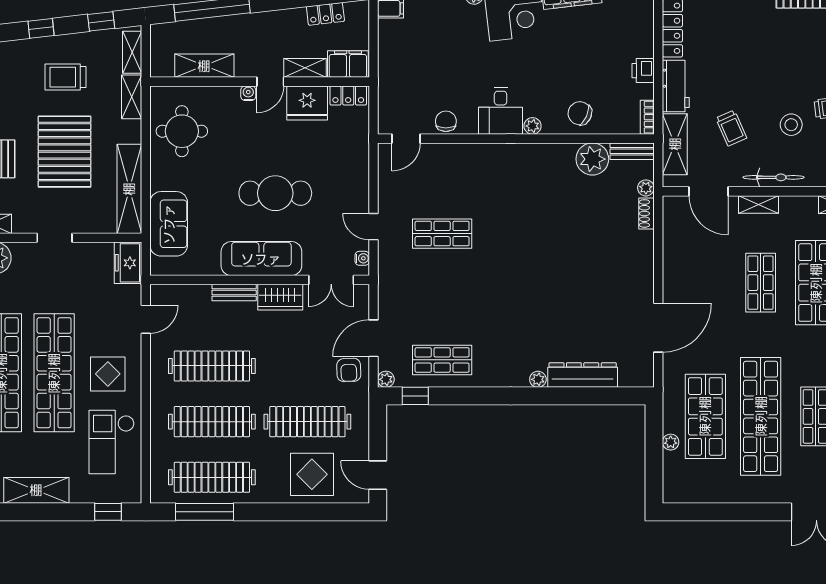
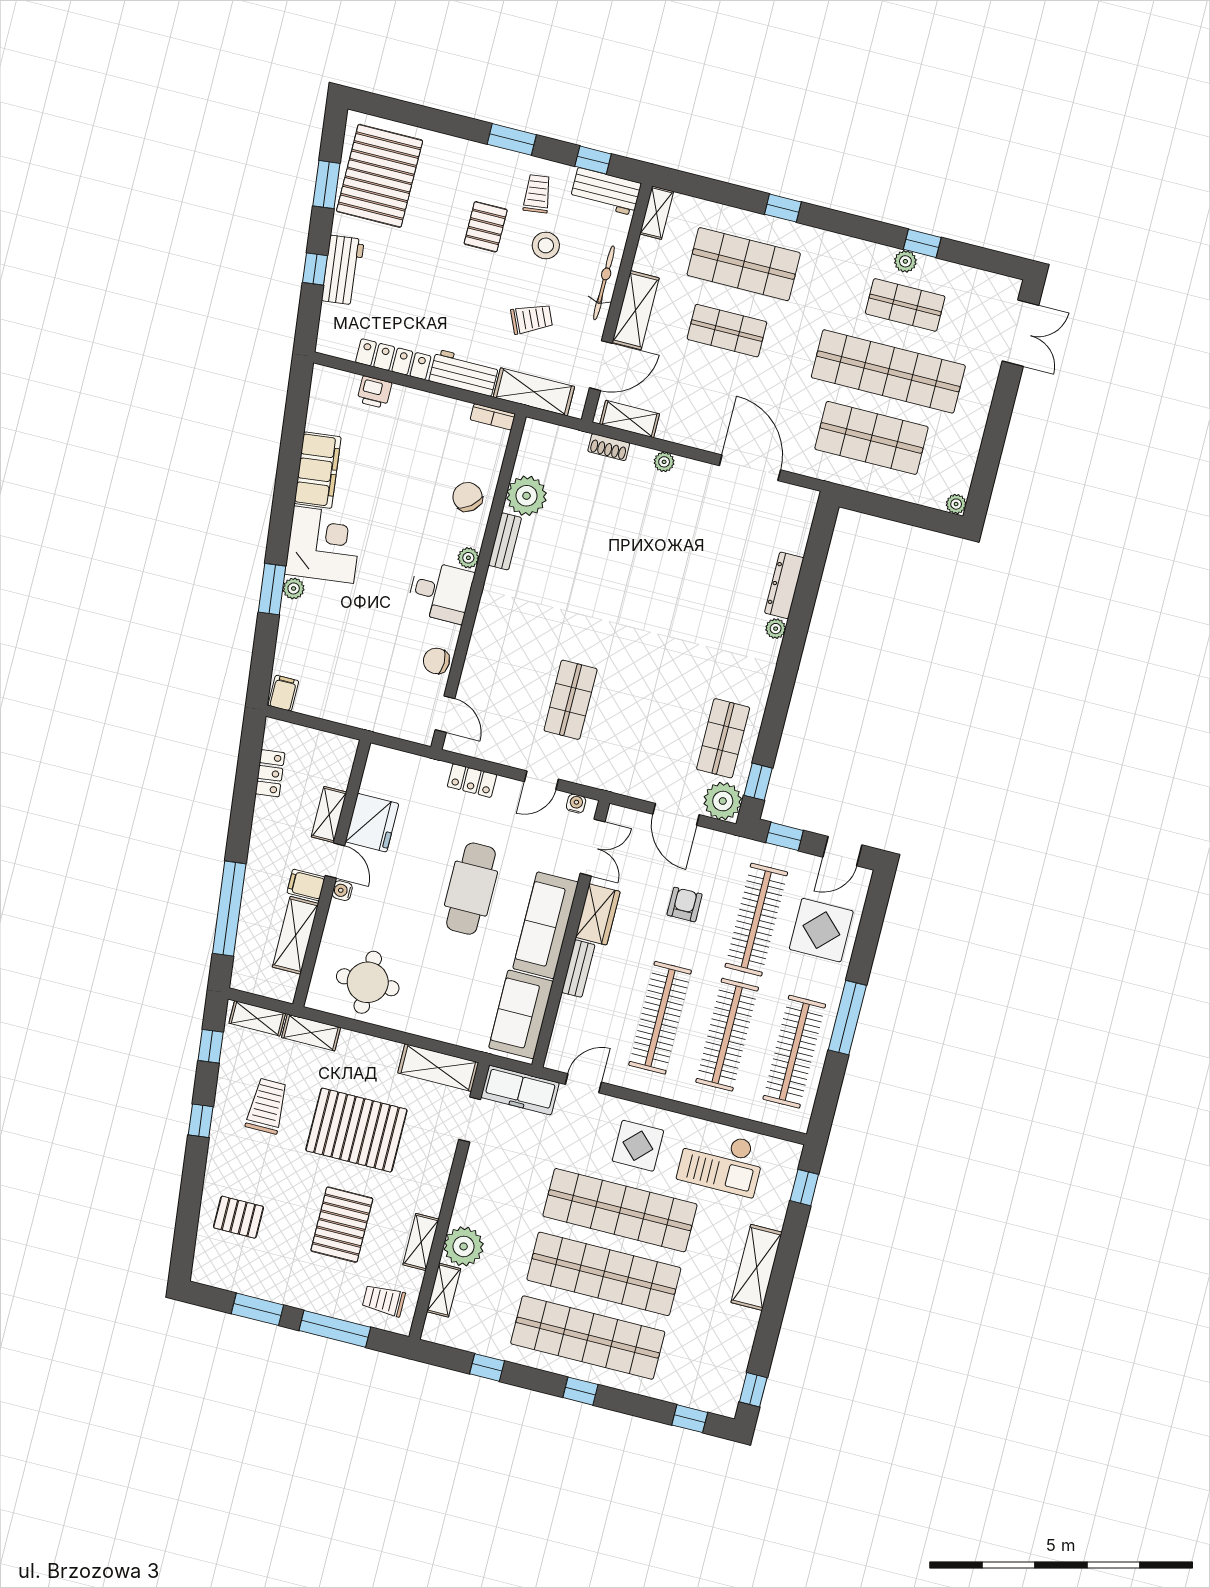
filing cabinet: (348, 64) -> (306, 885), moved, width x0.50
printer: (643, 71) -> (374, 392), moved
pallet: (794, 74) -> (486, 227), added
trolley: (66, 77) -> (267, 1106), turned 180
locker: (348, 96) -> (472, 781), moved, turned 90
chair: (580, 113) -> (468, 497), turned 117
bench: (632, 151) -> (505, 541), moved
plant: (646, 188) -> (664, 462), moved
shelving: (129, 189) -> (438, 1068), width x0.68
shelving: (758, 205) -> (636, 310), width x1.50, depth x1.33
sofa: (169, 224) -> (521, 1014), moved, turned -90
shelving: (672, 224) -> (630, 419), added
doorway: (54, 238) -> (470, 1120), moved
freezer: (128, 263) -> (520, 1090), width x1.40
door: (146, 319) -> (583, 1083), hinge flipped
armchair: (349, 370) -> (685, 905), moved, turned -88
dresser: (583, 375) -> (784, 585), width x0.73, depth x0.80
plant: (386, 379) -> (723, 801), width x1.88, depth x1.88
window: (378, 427) -> (785, 836), added
plant: (671, 442) -> (956, 504), moved
window: (205, 512) -> (847, 1018), moved

